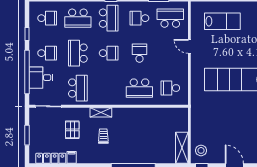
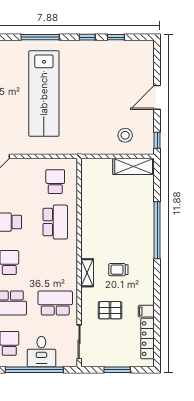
school desk: (170, 88) -> (55, 182), turned 180
stool: (201, 150) -> (125, 135), moved

